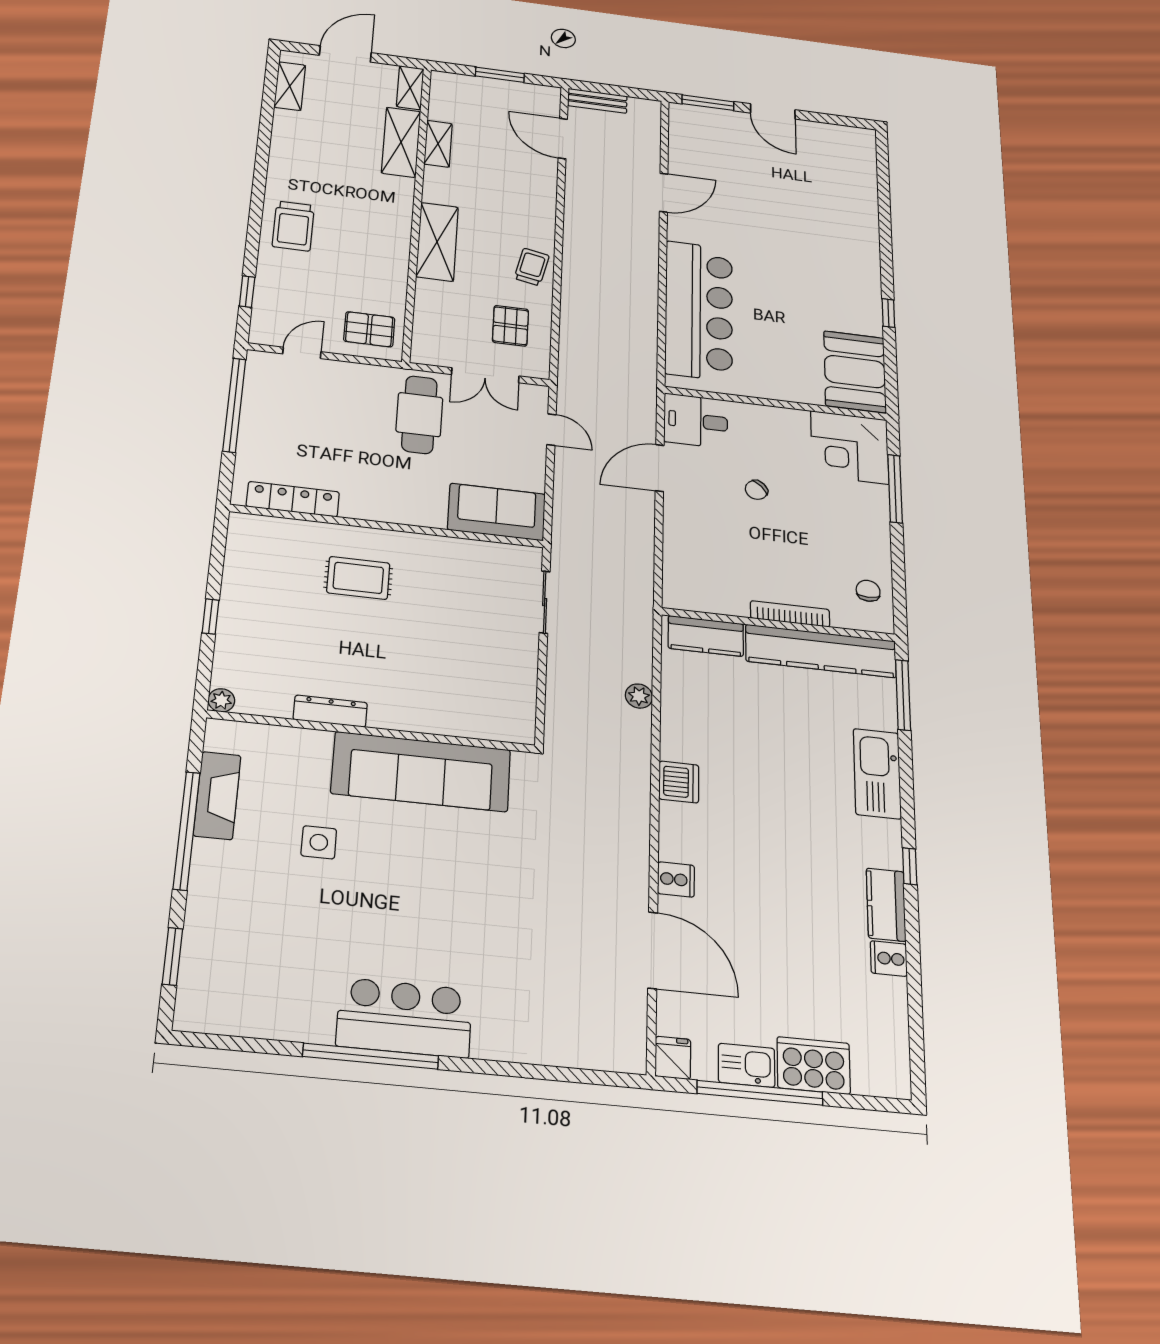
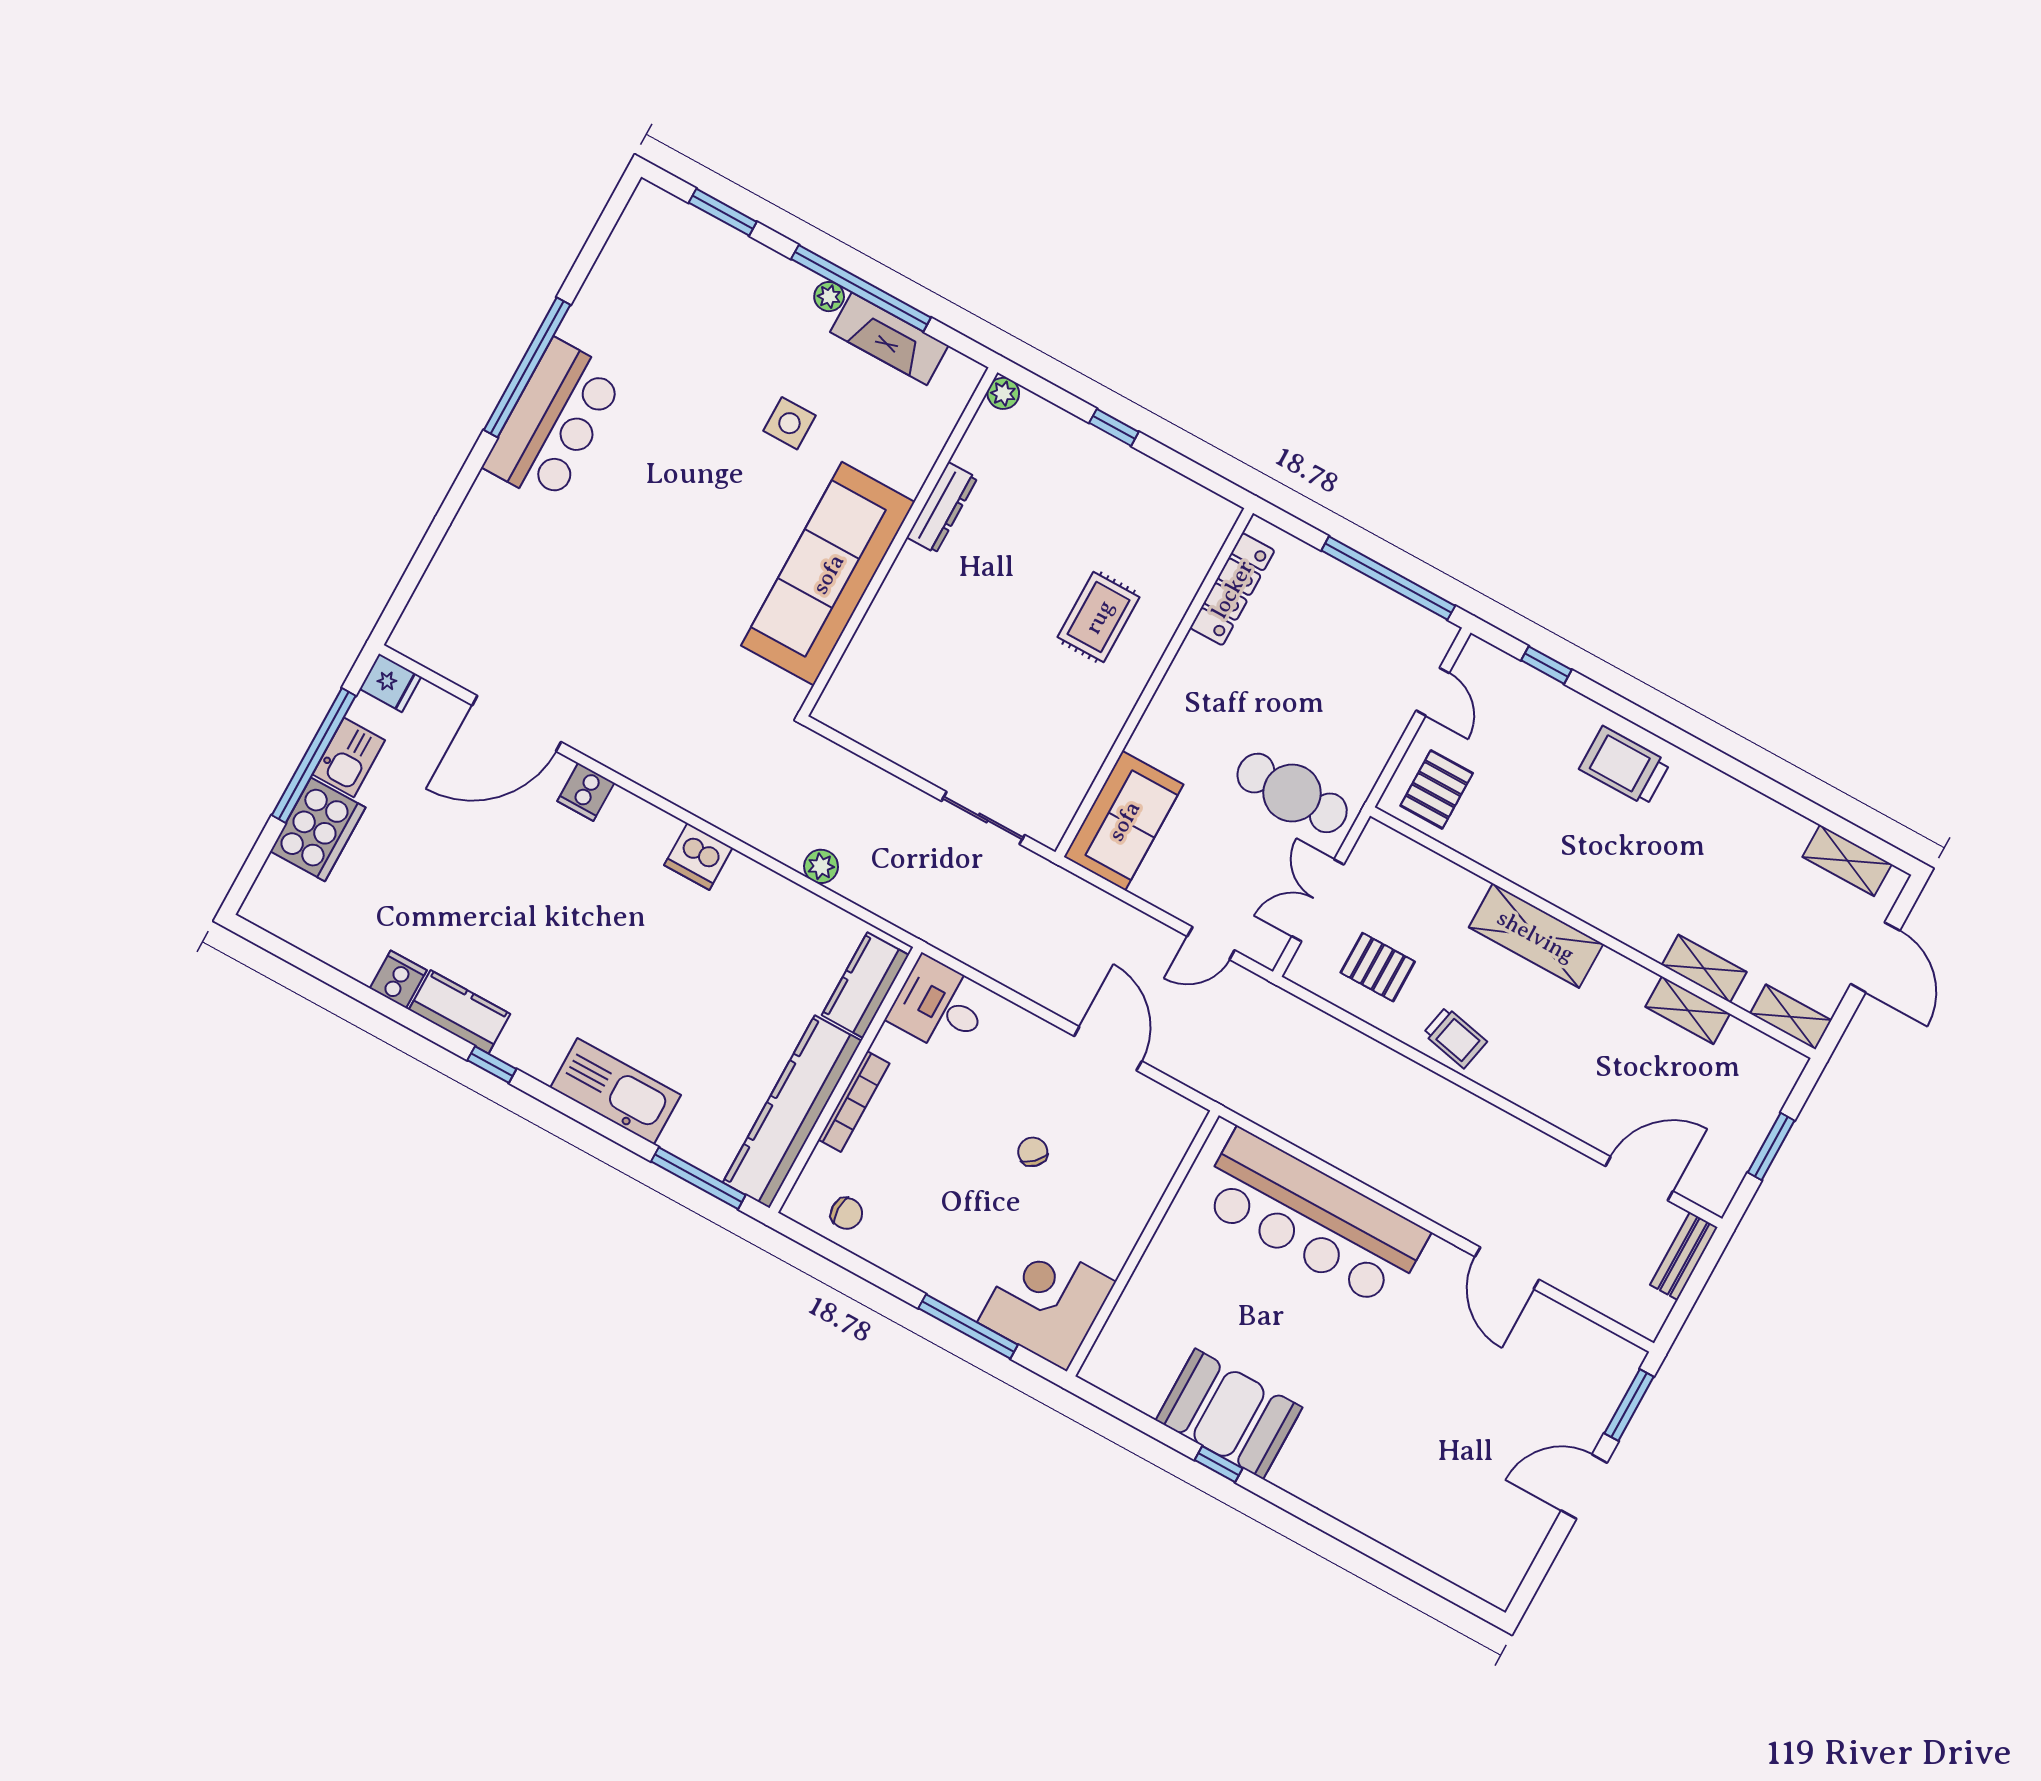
shelving: (401, 142) -> (1704, 969), width x0.67, depth x0.75
booth: (855, 372) -> (1229, 1414), moved
desk: (696, 421) -> (940, 1006), moved, turned -90
plant: (204, 851) -> (829, 297), added

